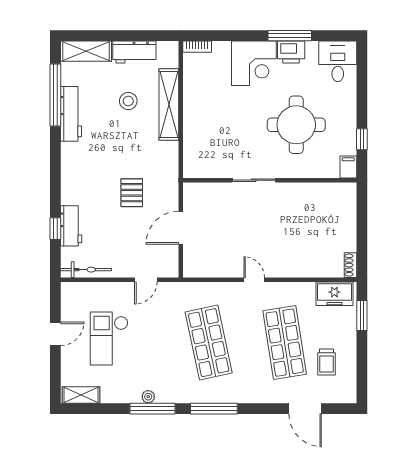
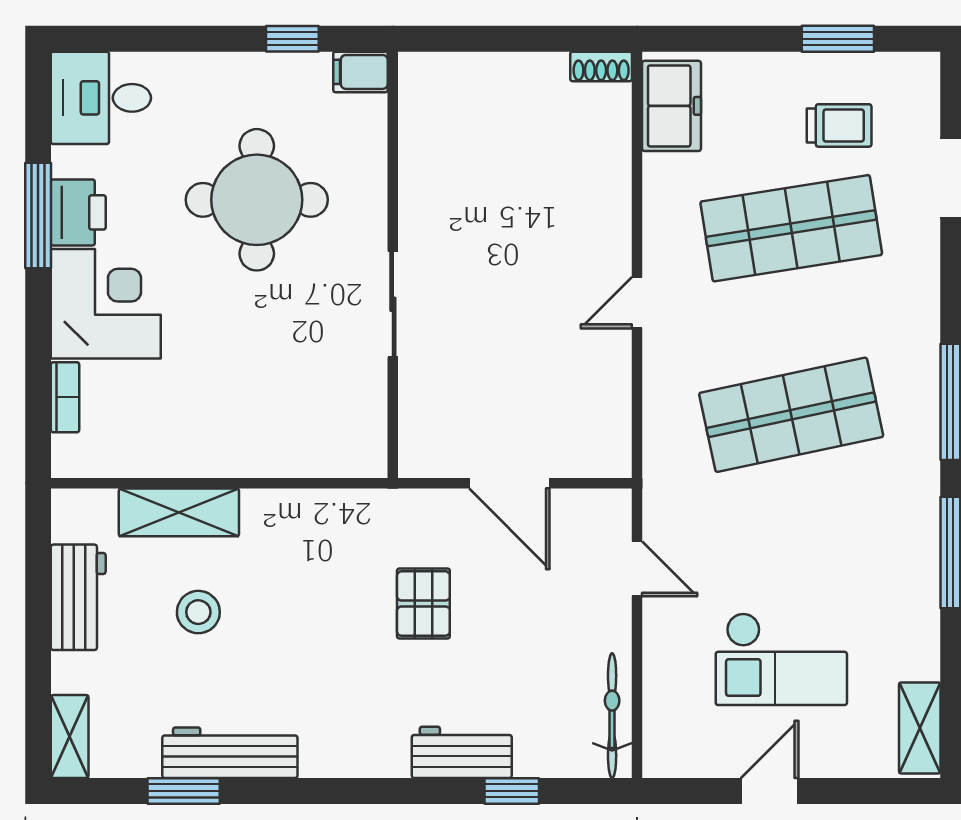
bookcase: (197, 47) -> (65, 397), moved
shelving: (86, 51) -> (70, 737), width x0.67, depth x0.75
window: (55, 95) -> (184, 791), width x0.47
shelving: (169, 104) -> (179, 512), width x0.68
pallet: (132, 193) -> (423, 604), turned 90
workbench: (71, 226) -> (462, 752), moved
window: (362, 315) -> (838, 39), moved
door: (55, 334) -> (770, 791), hinge flipped
plant: (148, 397) -> (924, 563), removed

